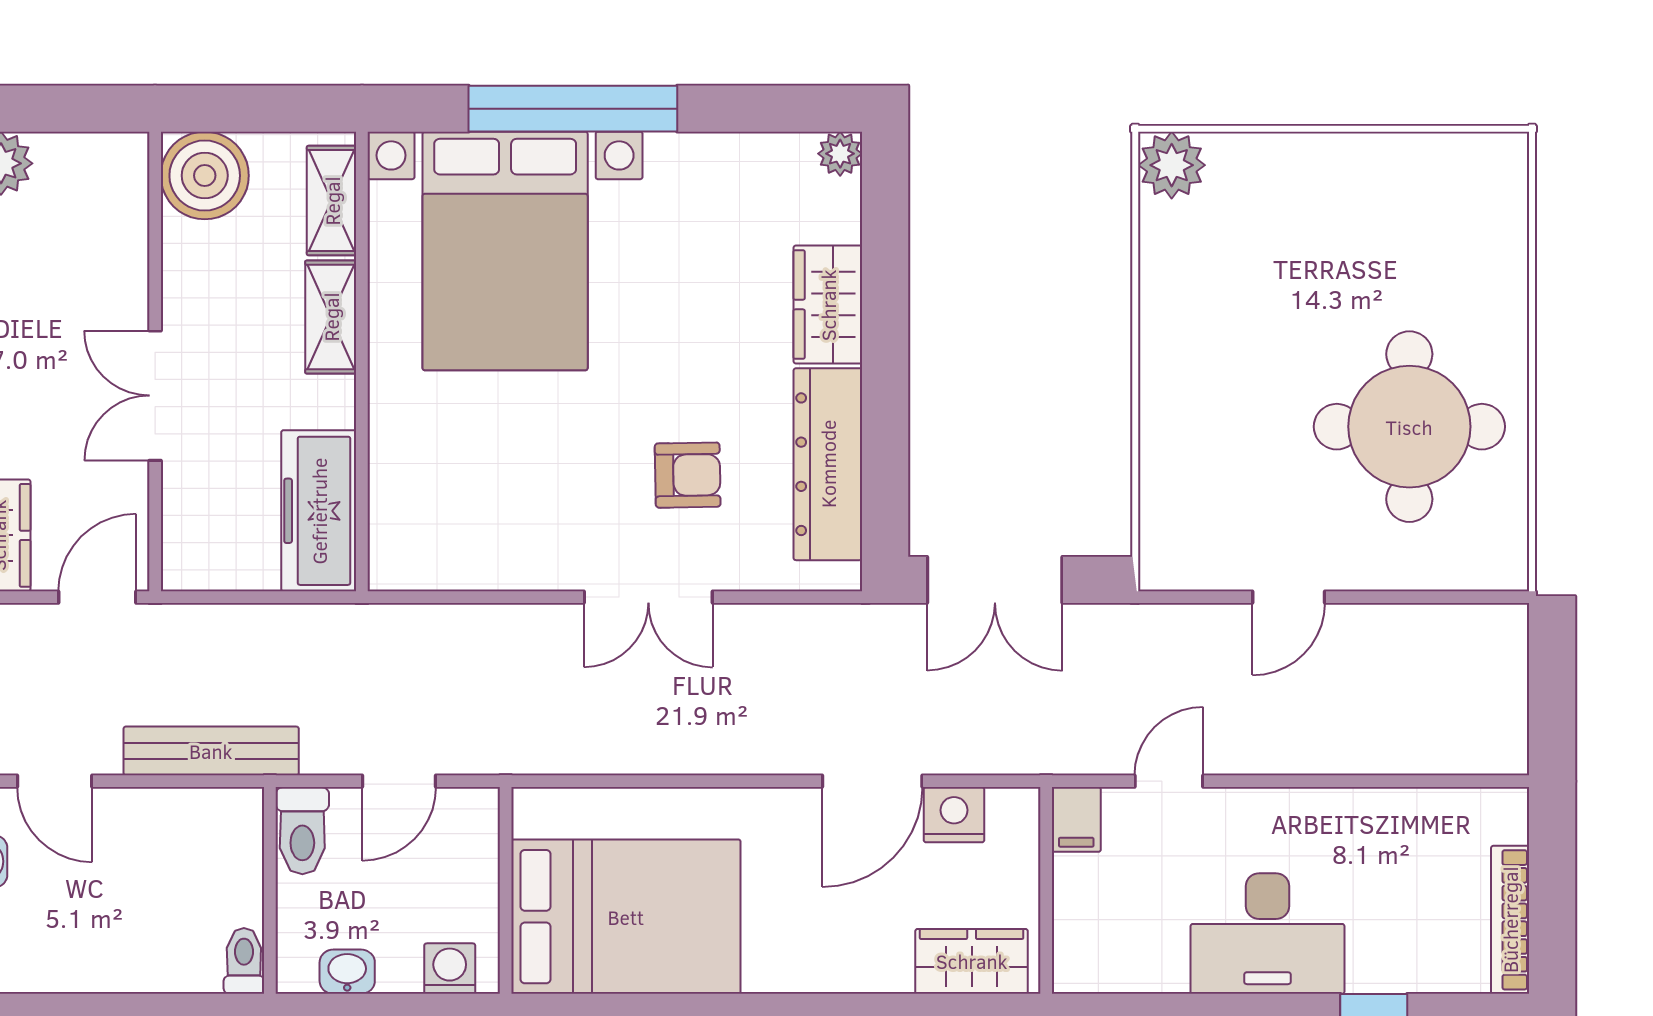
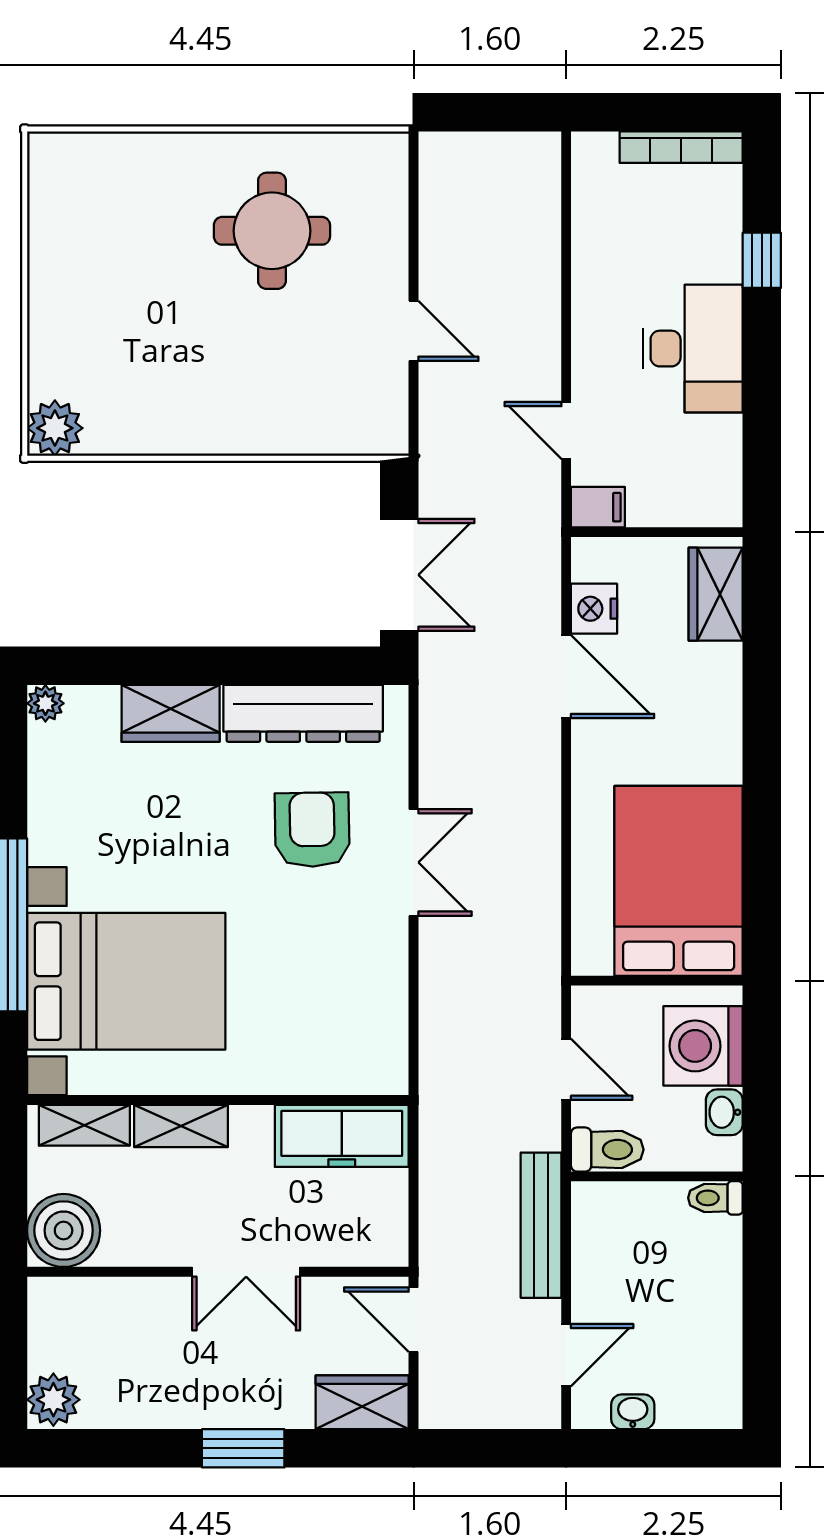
round table: (1409, 427) -> (272, 231), width x0.73, depth x0.73
armchair: (688, 475) -> (312, 830), width x1.38, depth x1.38
washing machine: (450, 969) -> (703, 1046), width x1.89, depth x1.89

